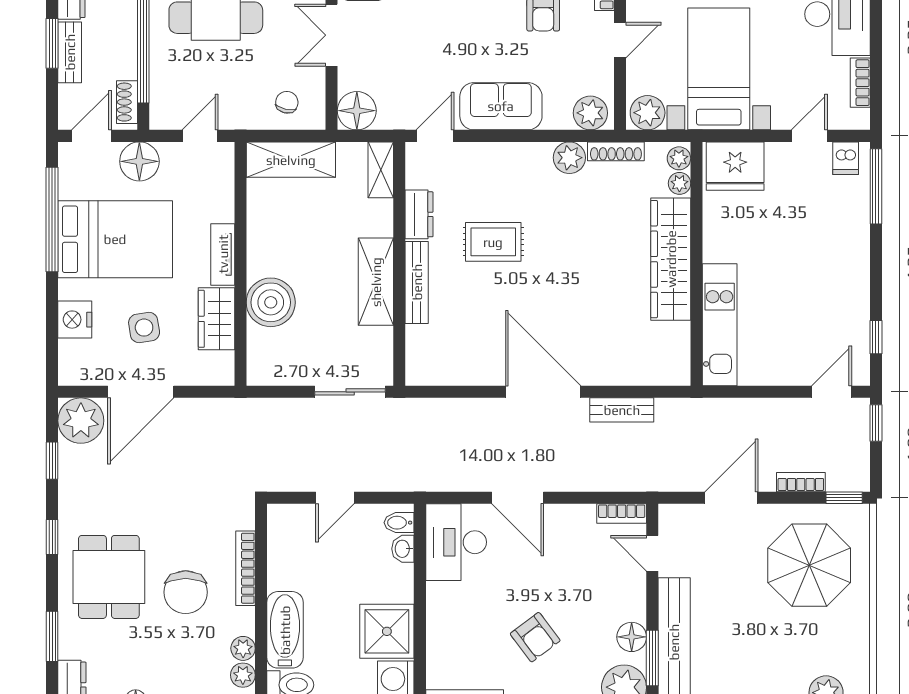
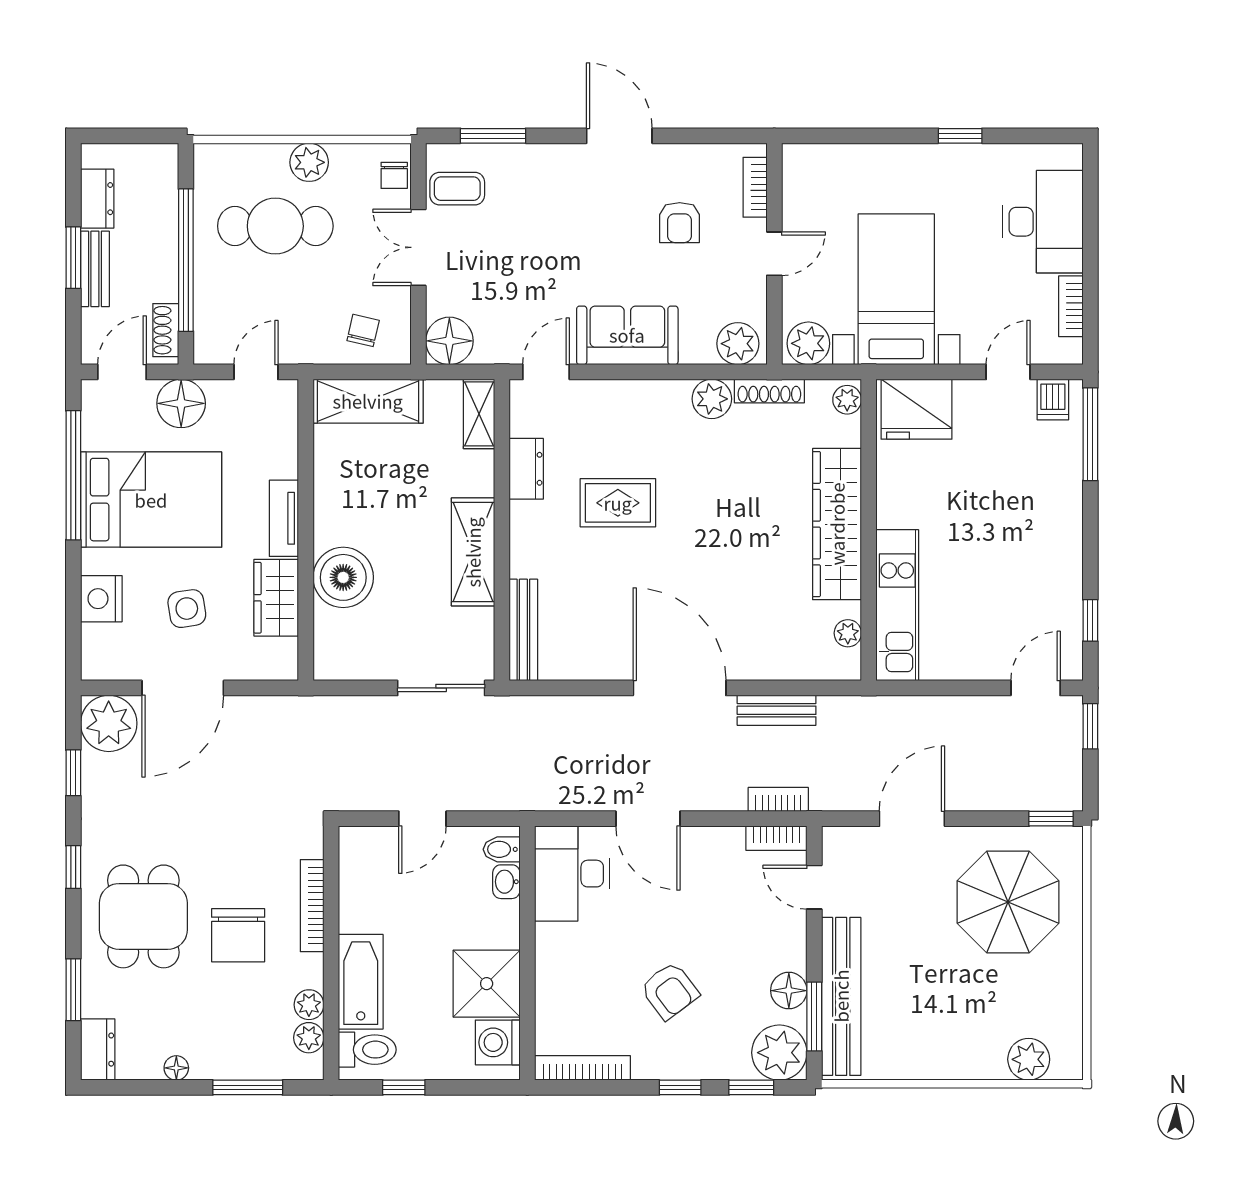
plant: (679, 183) -> (848, 633), moved
bench: (417, 282) -> (523, 630), moved
bookcase: (801, 482) -> (778, 799), moved

